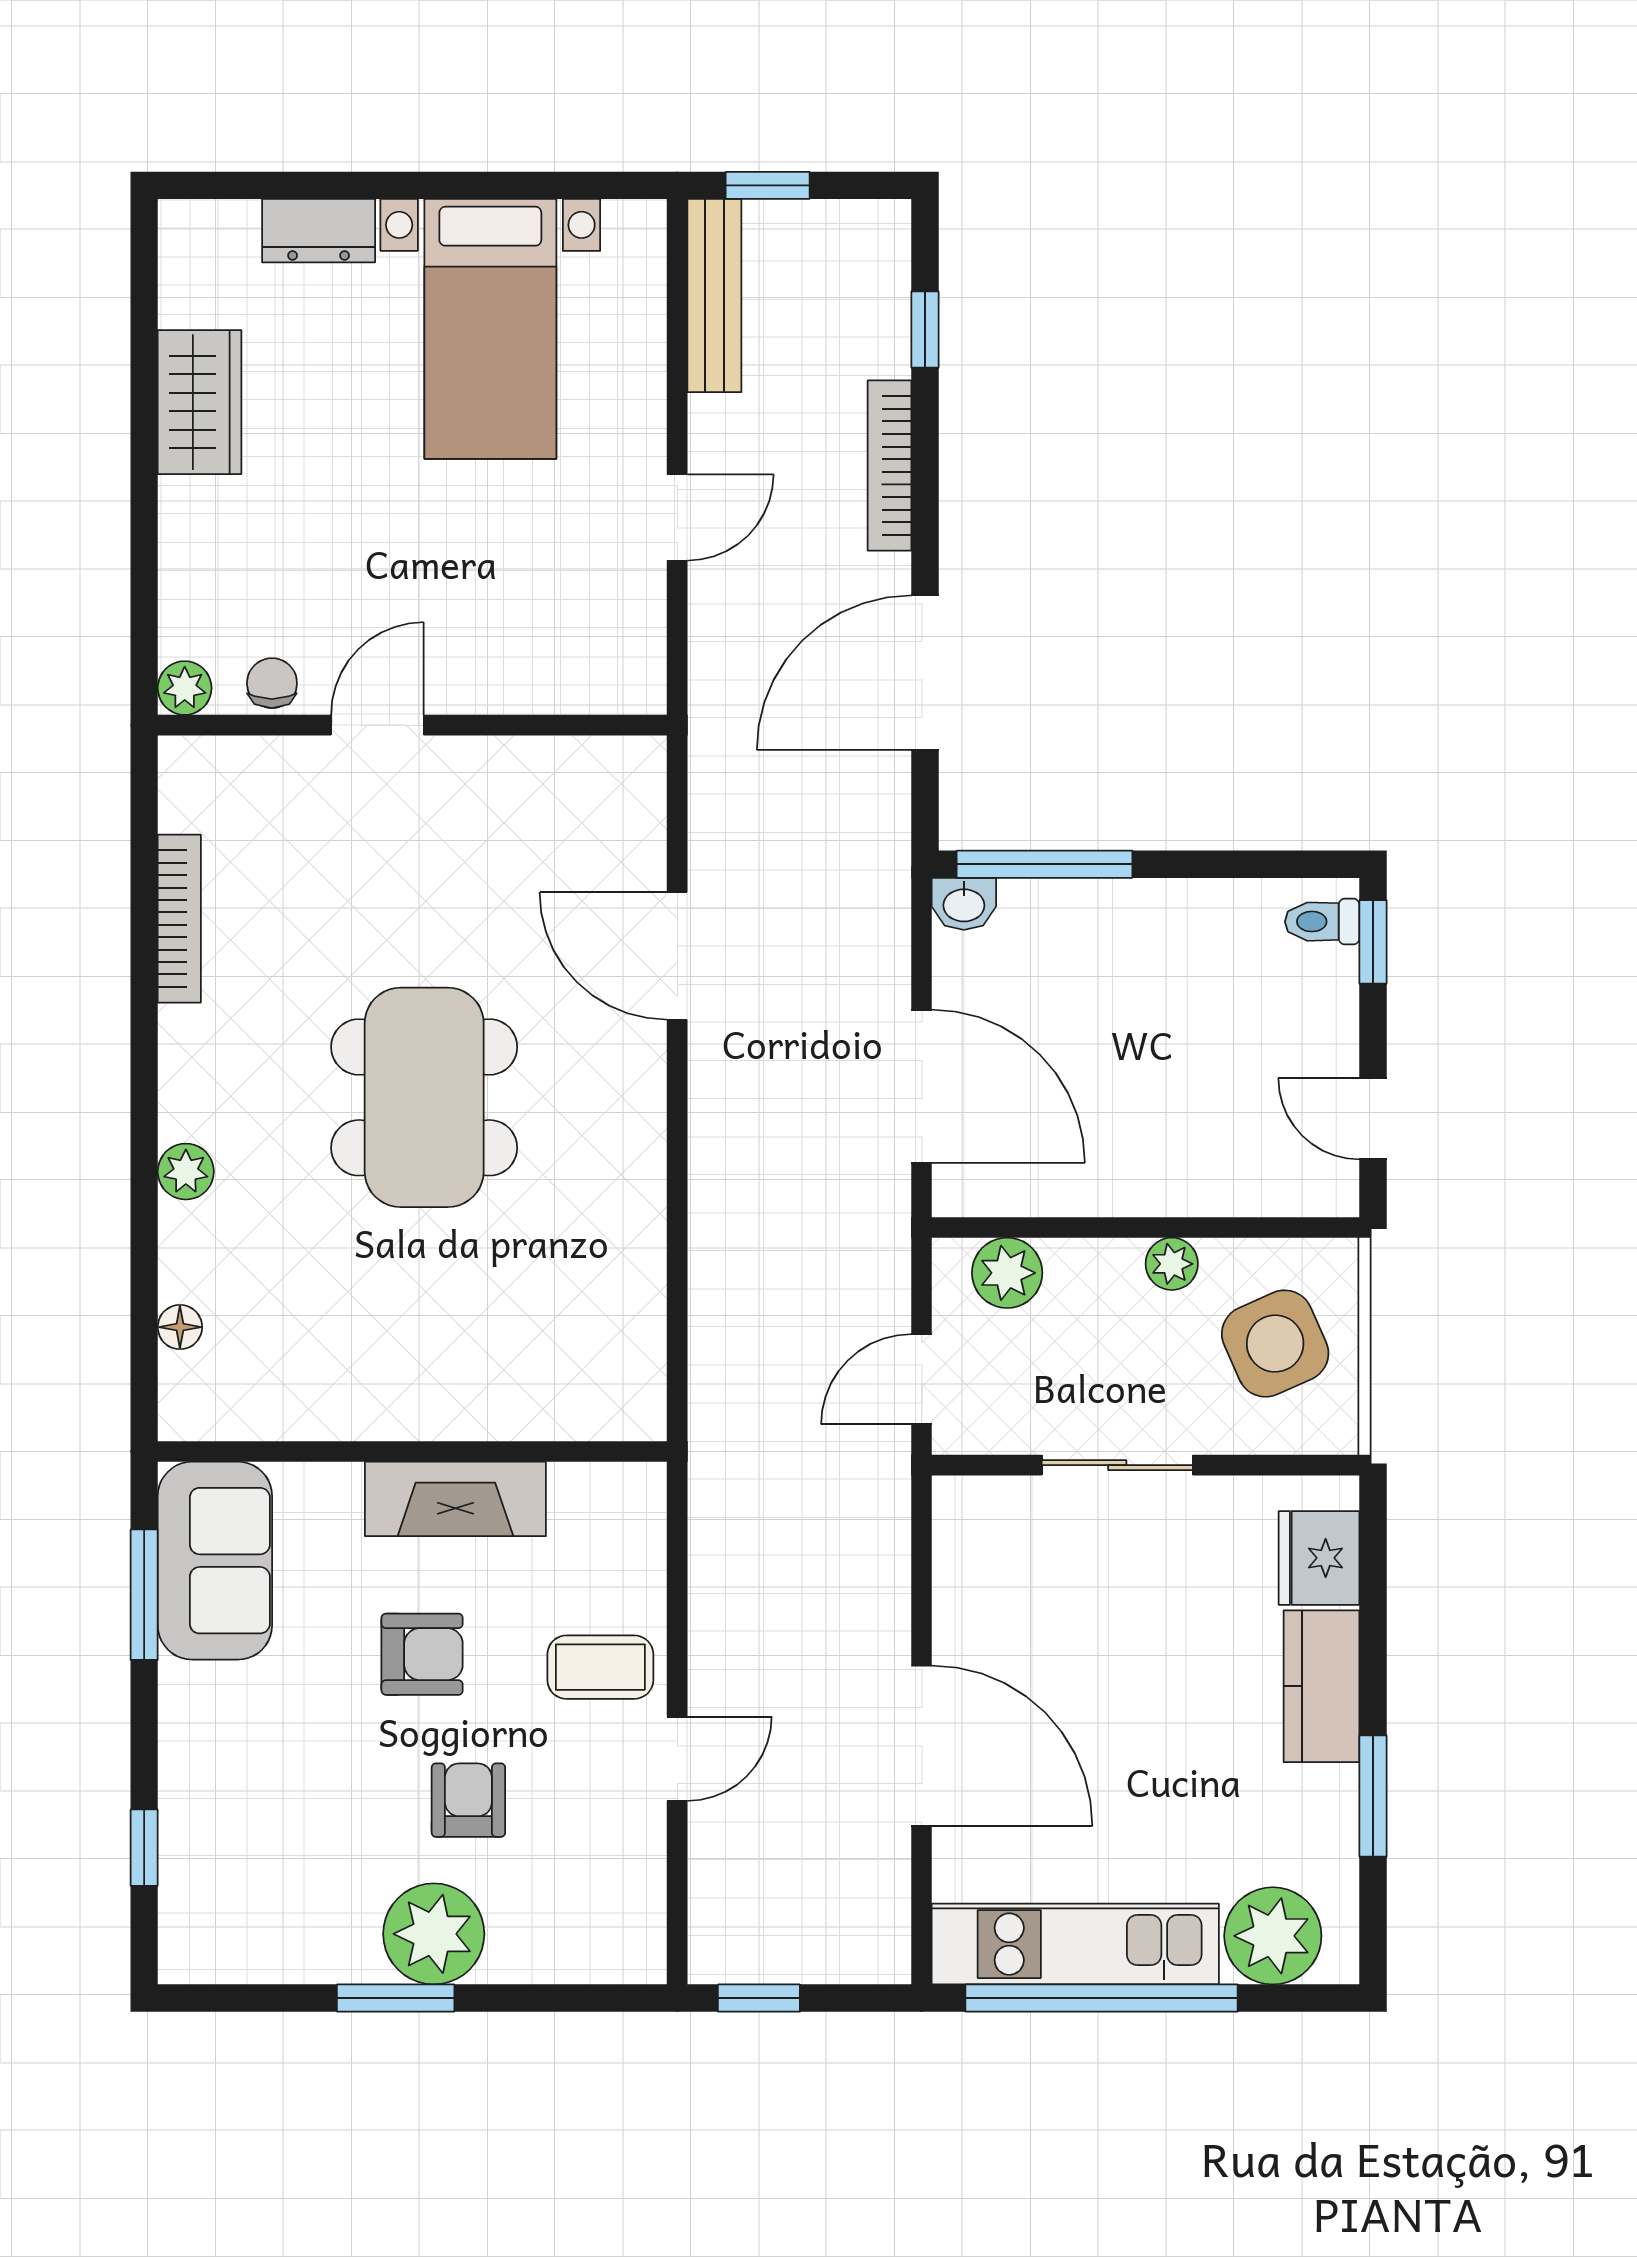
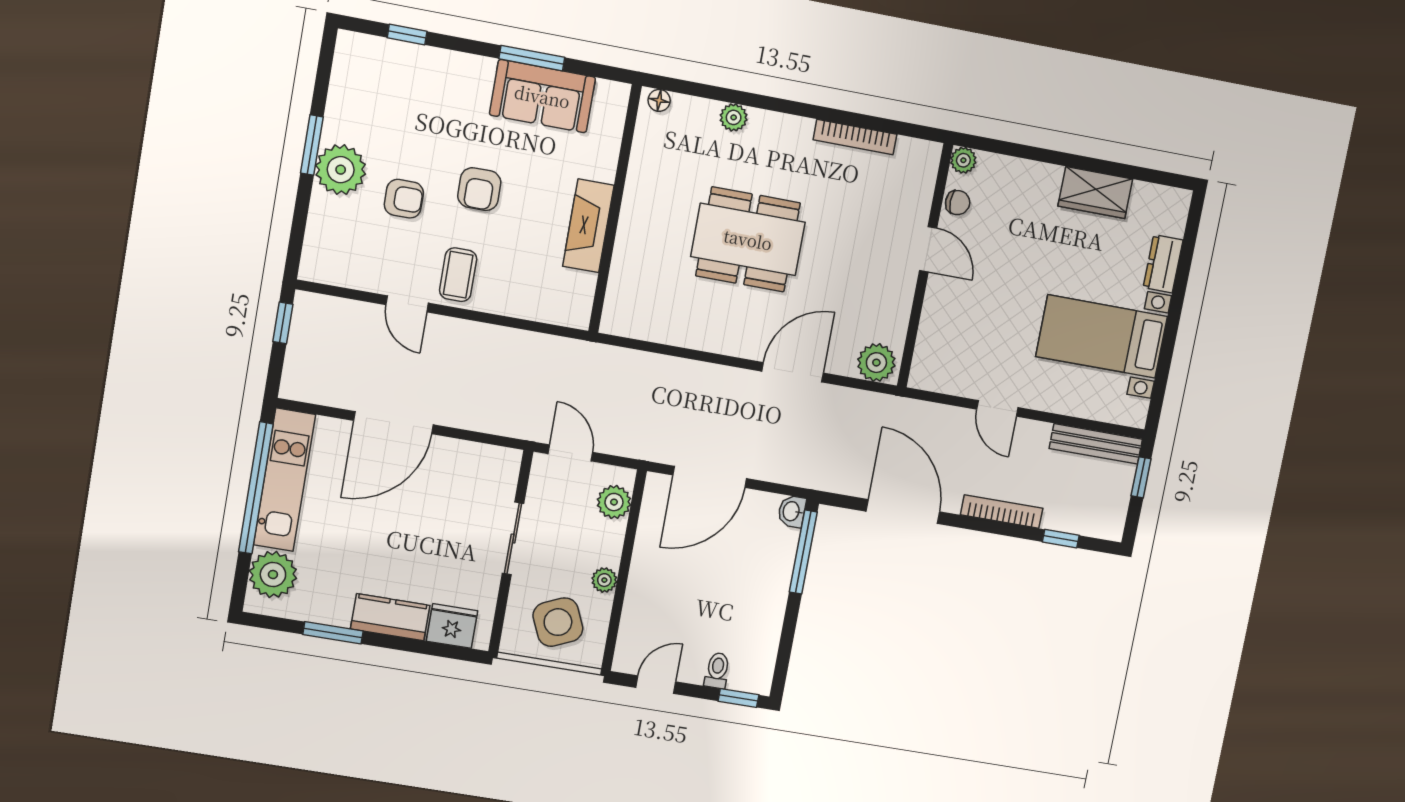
plant: (627, 787) -> (876, 363), added
toilet: (1322, 922) -> (717, 670), moved
wall: (412, 1452) -> (615, 209), moved
fireplace: (455, 1499) -> (588, 226), moved

